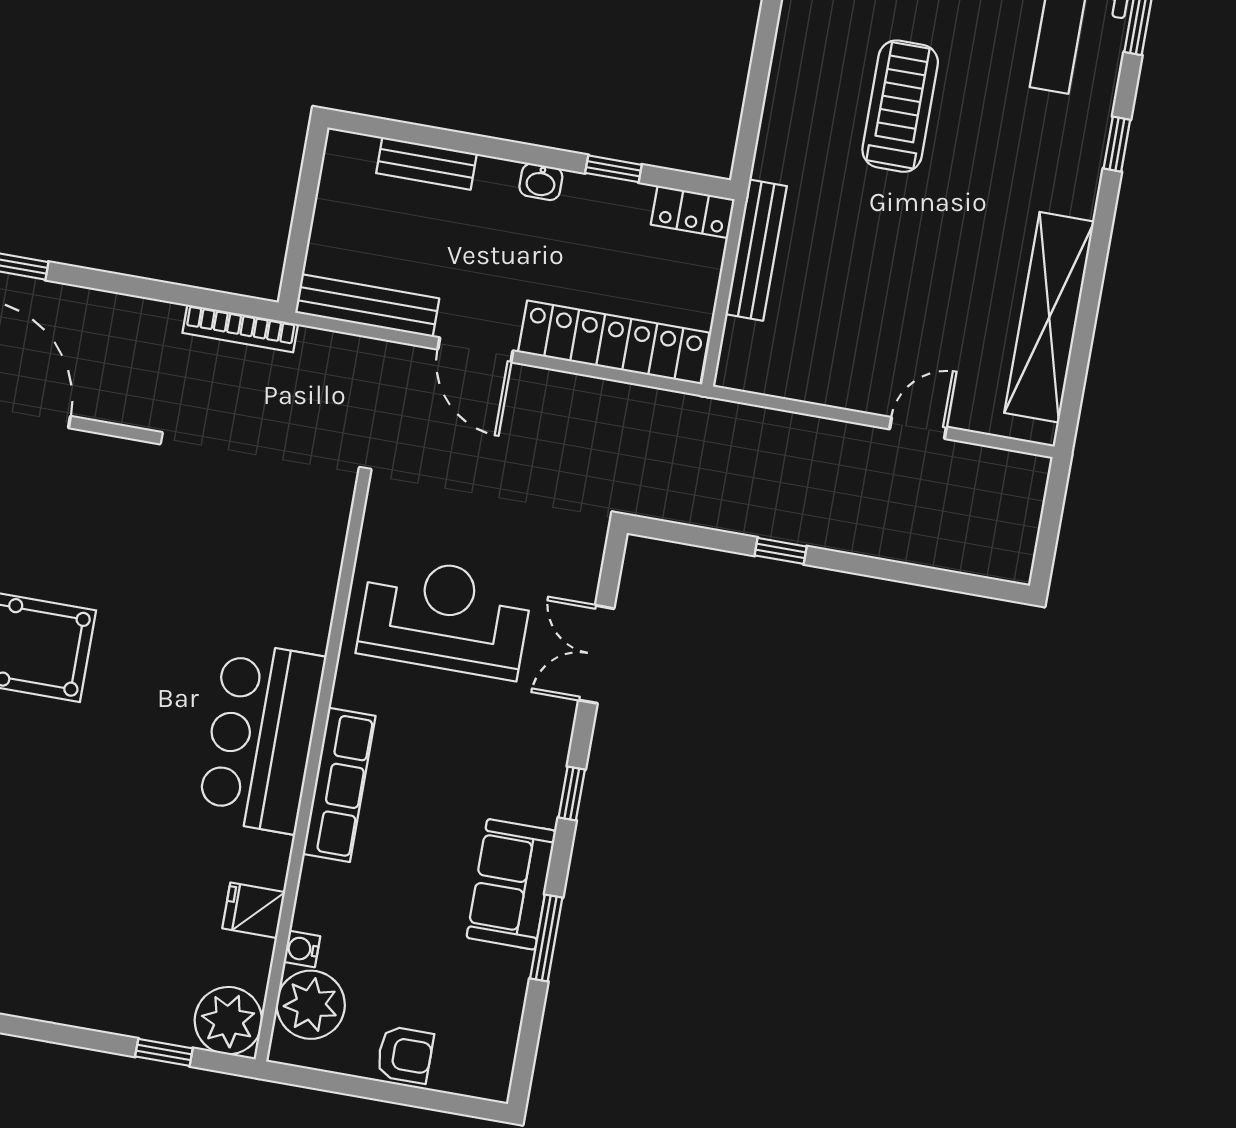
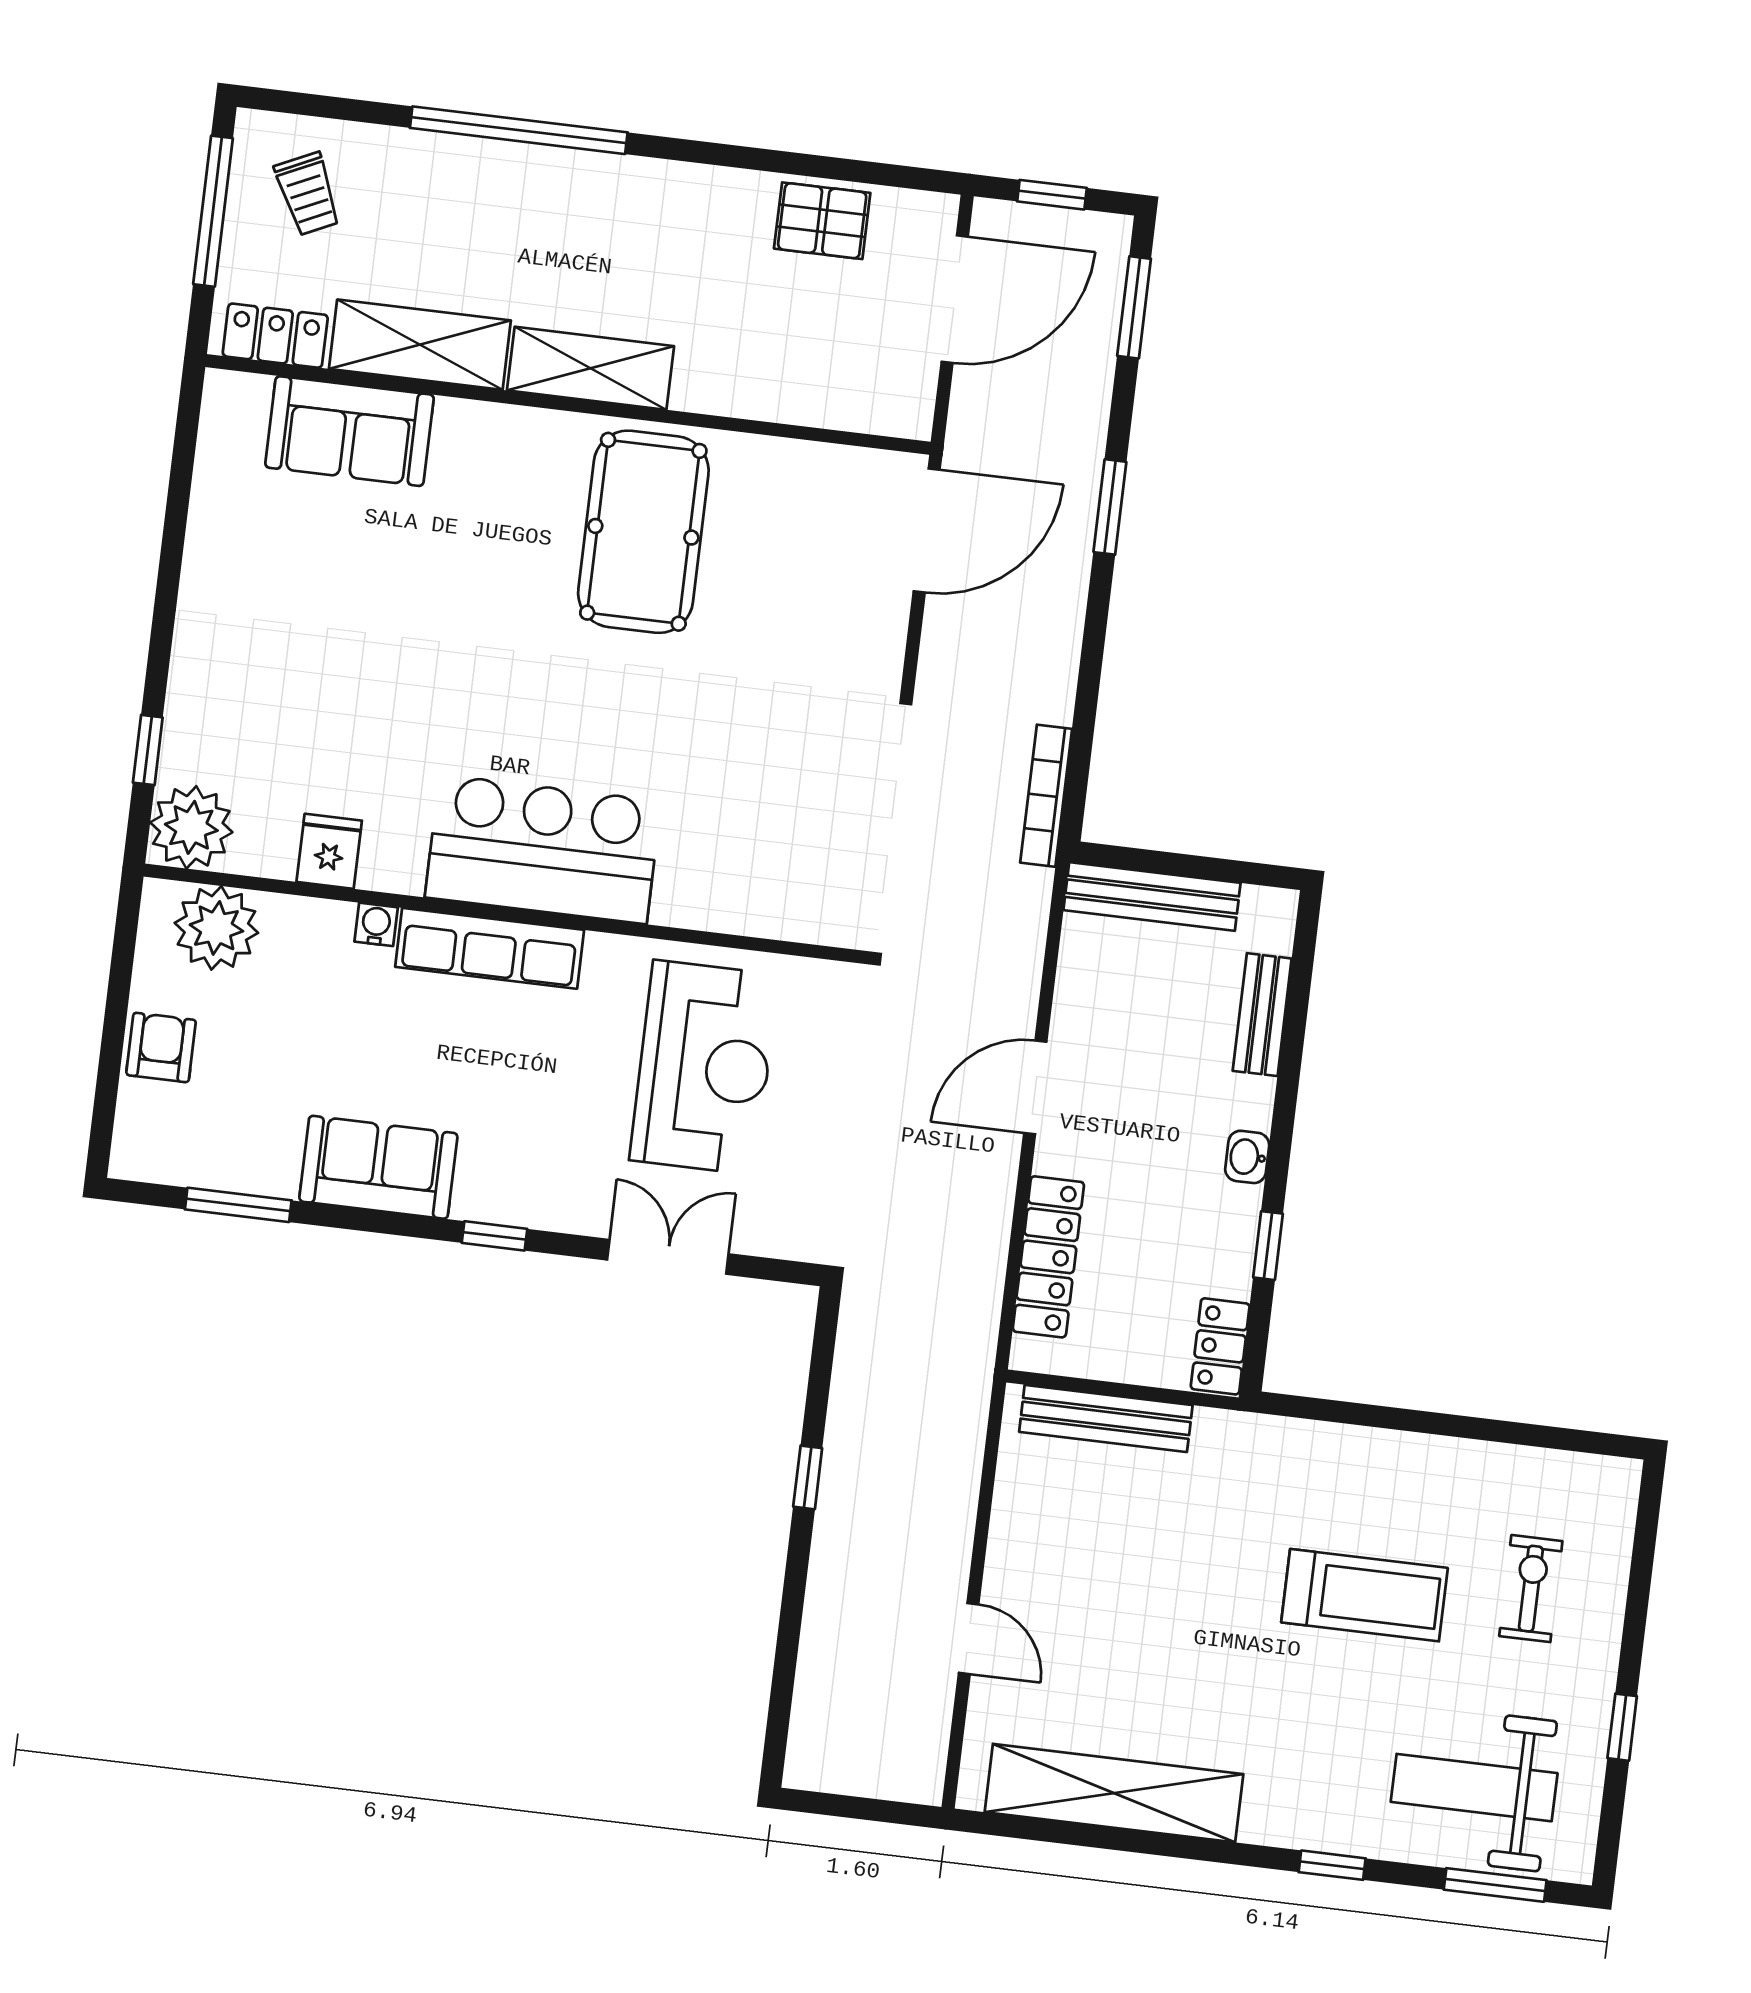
bench: (756, 250) -> (1106, 1418), moved
bench: (367, 306) -> (1152, 897), moved, turned 90
locker: (614, 342) -> (1048, 1257), width x0.71, depth x0.83
window: (546, 938) -> (238, 1205), moved
water cooler: (302, 949) -> (376, 924), moved
armchair: (405, 1055) -> (161, 1047), turned 180

